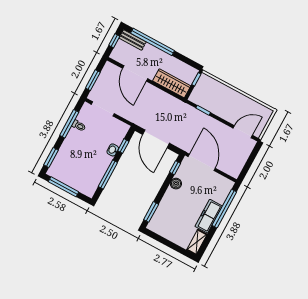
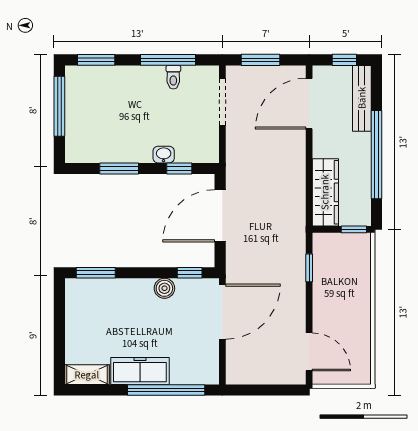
bench: (133, 40) -> (362, 98), width x1.36
window: (153, 42) -> (376, 155), moved
door: (135, 73) -> (309, 104), moved
window: (108, 174) -> (119, 168), width x0.69

